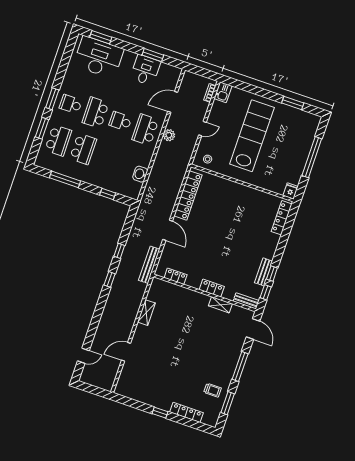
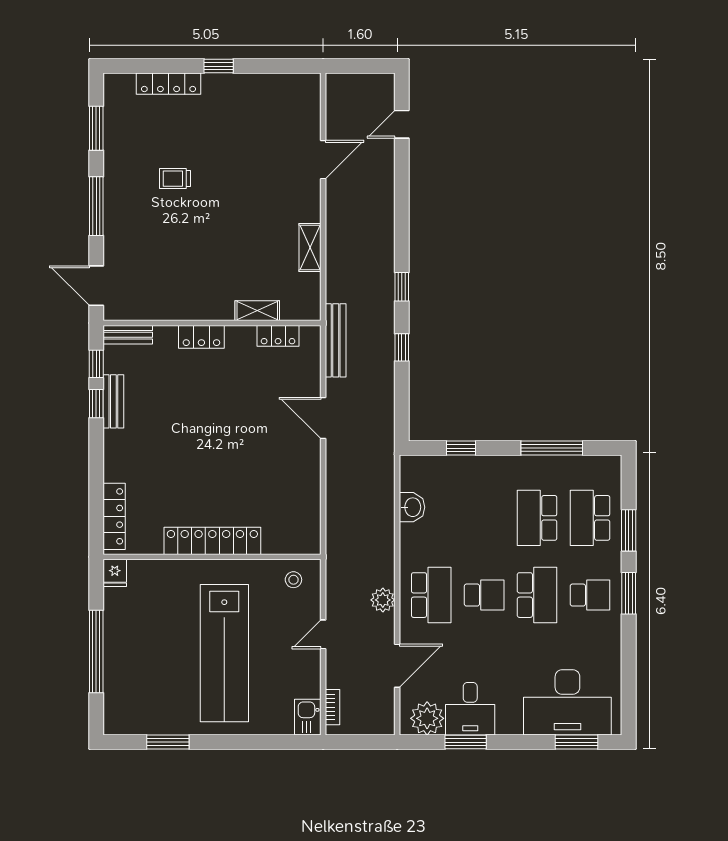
plant: (167, 72) -> (427, 718), added
locker: (188, 195) -> (212, 541), moved, turned 90
shelving: (220, 305) -> (257, 311), moved
trolley: (212, 390) -> (175, 179), moved

